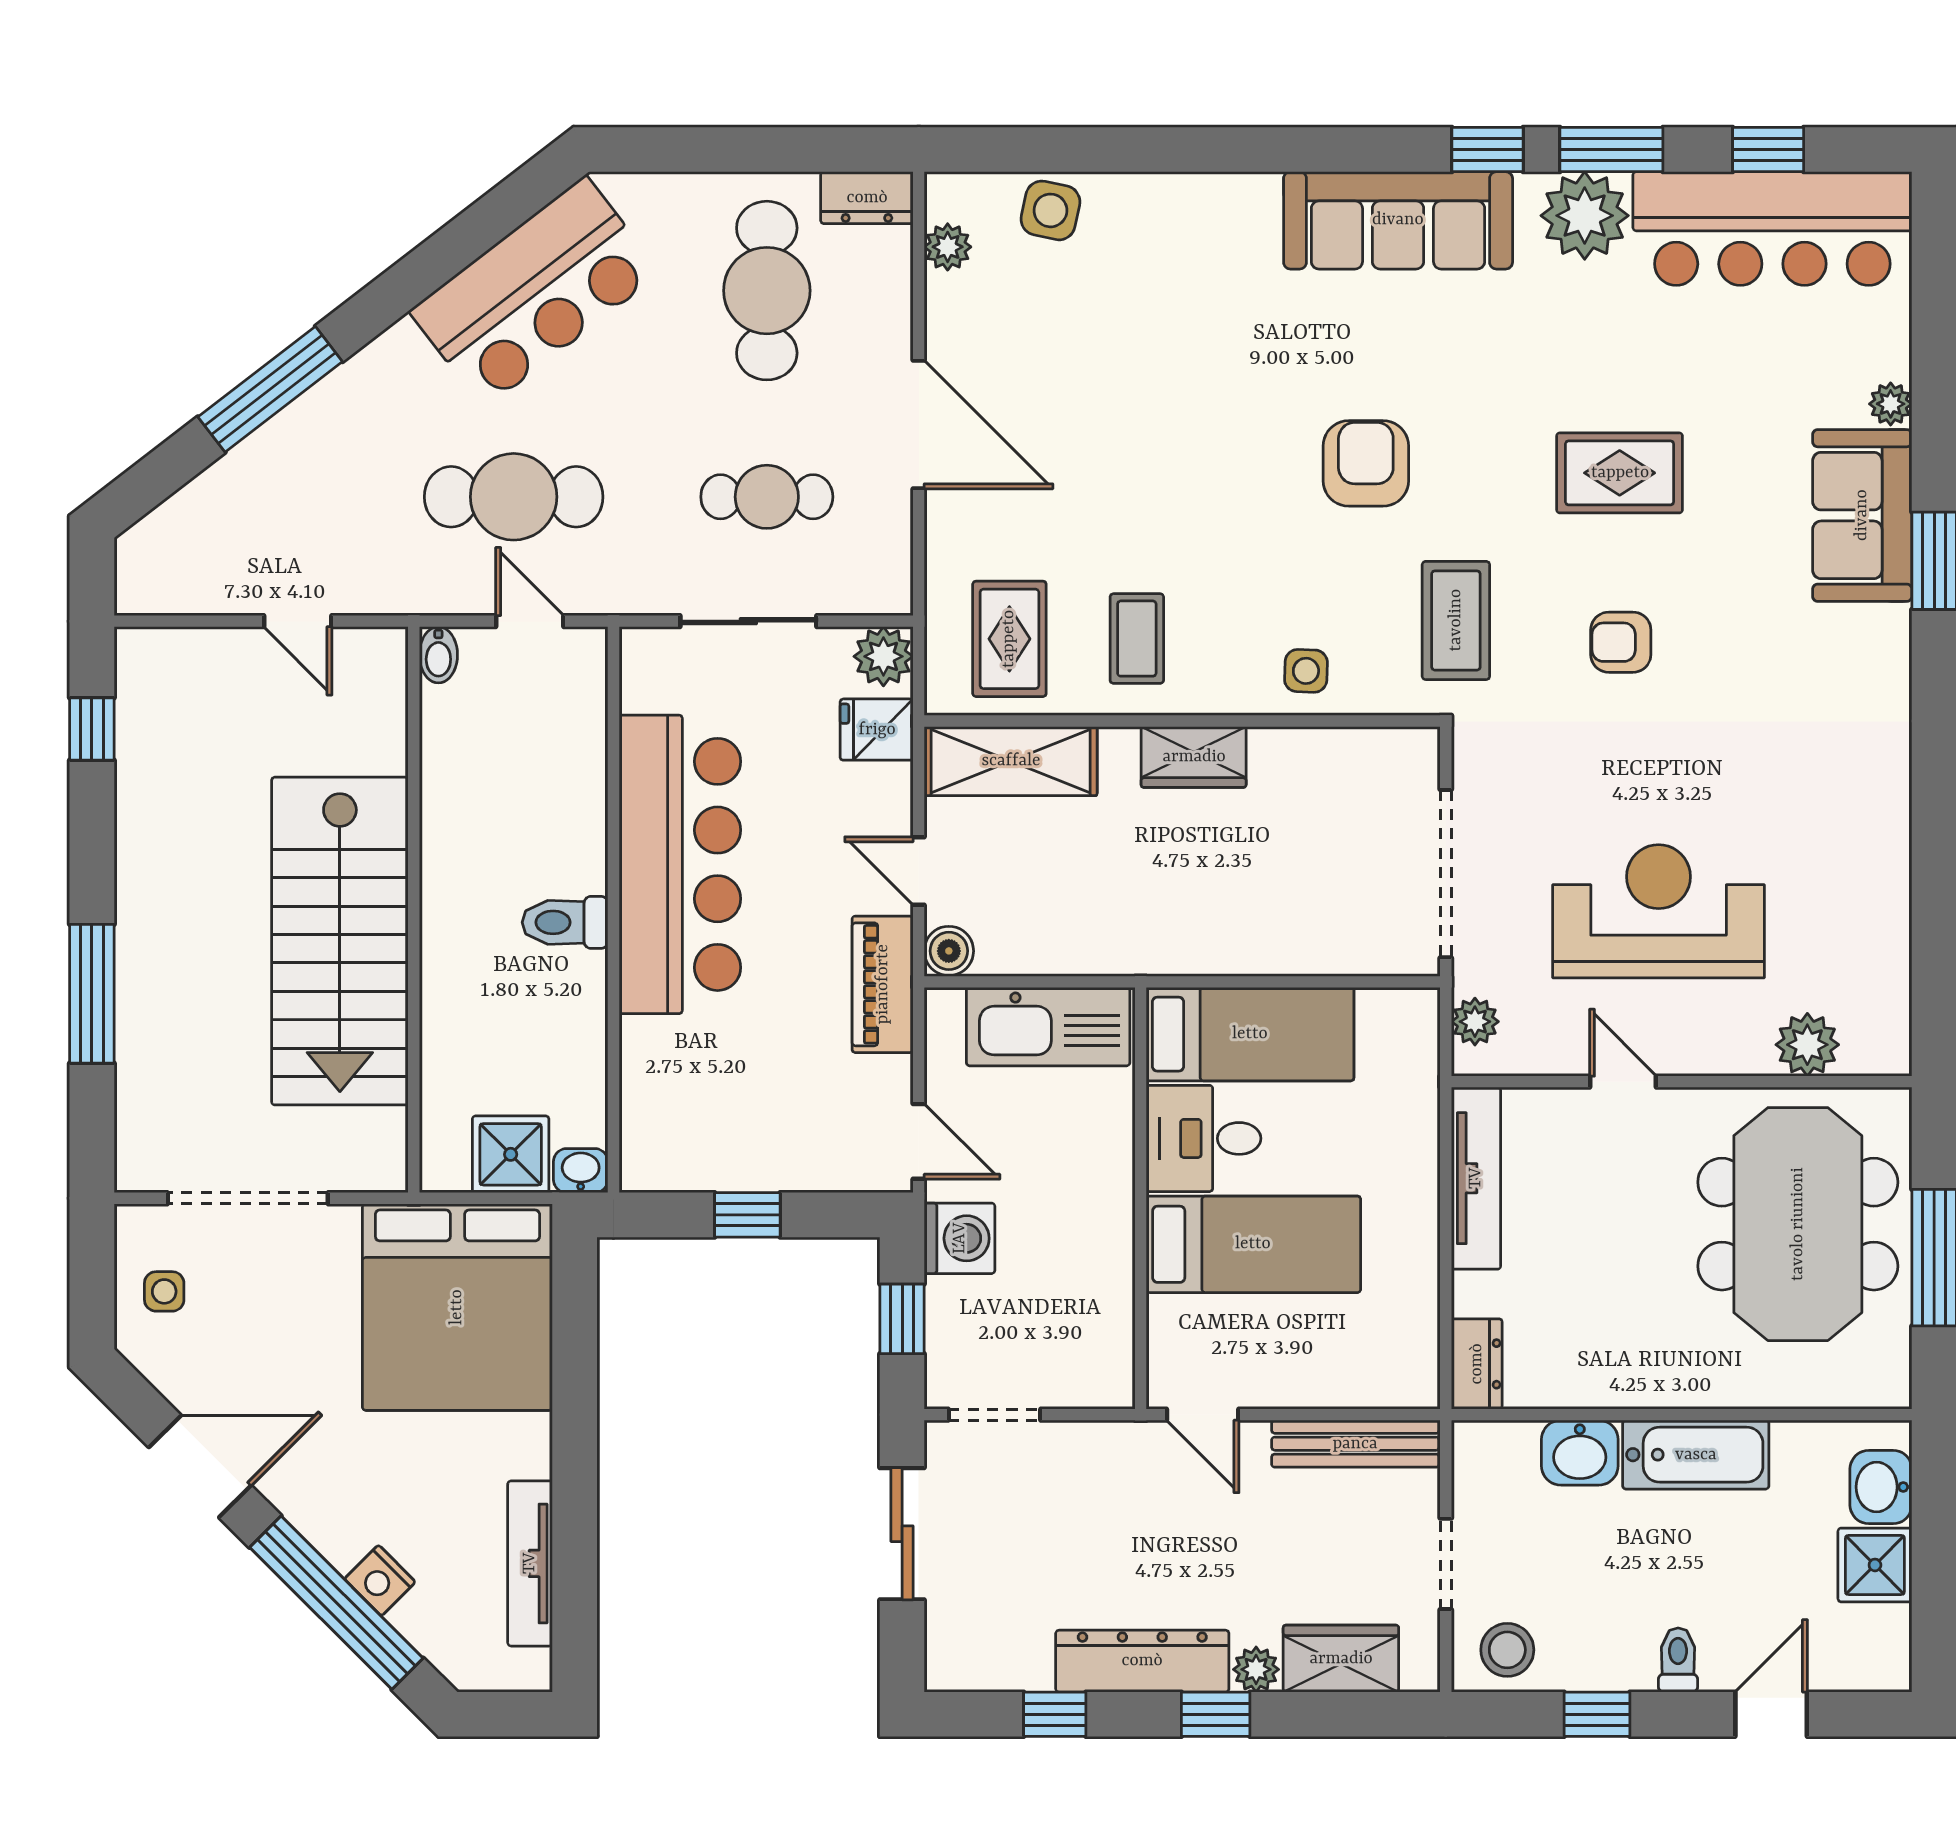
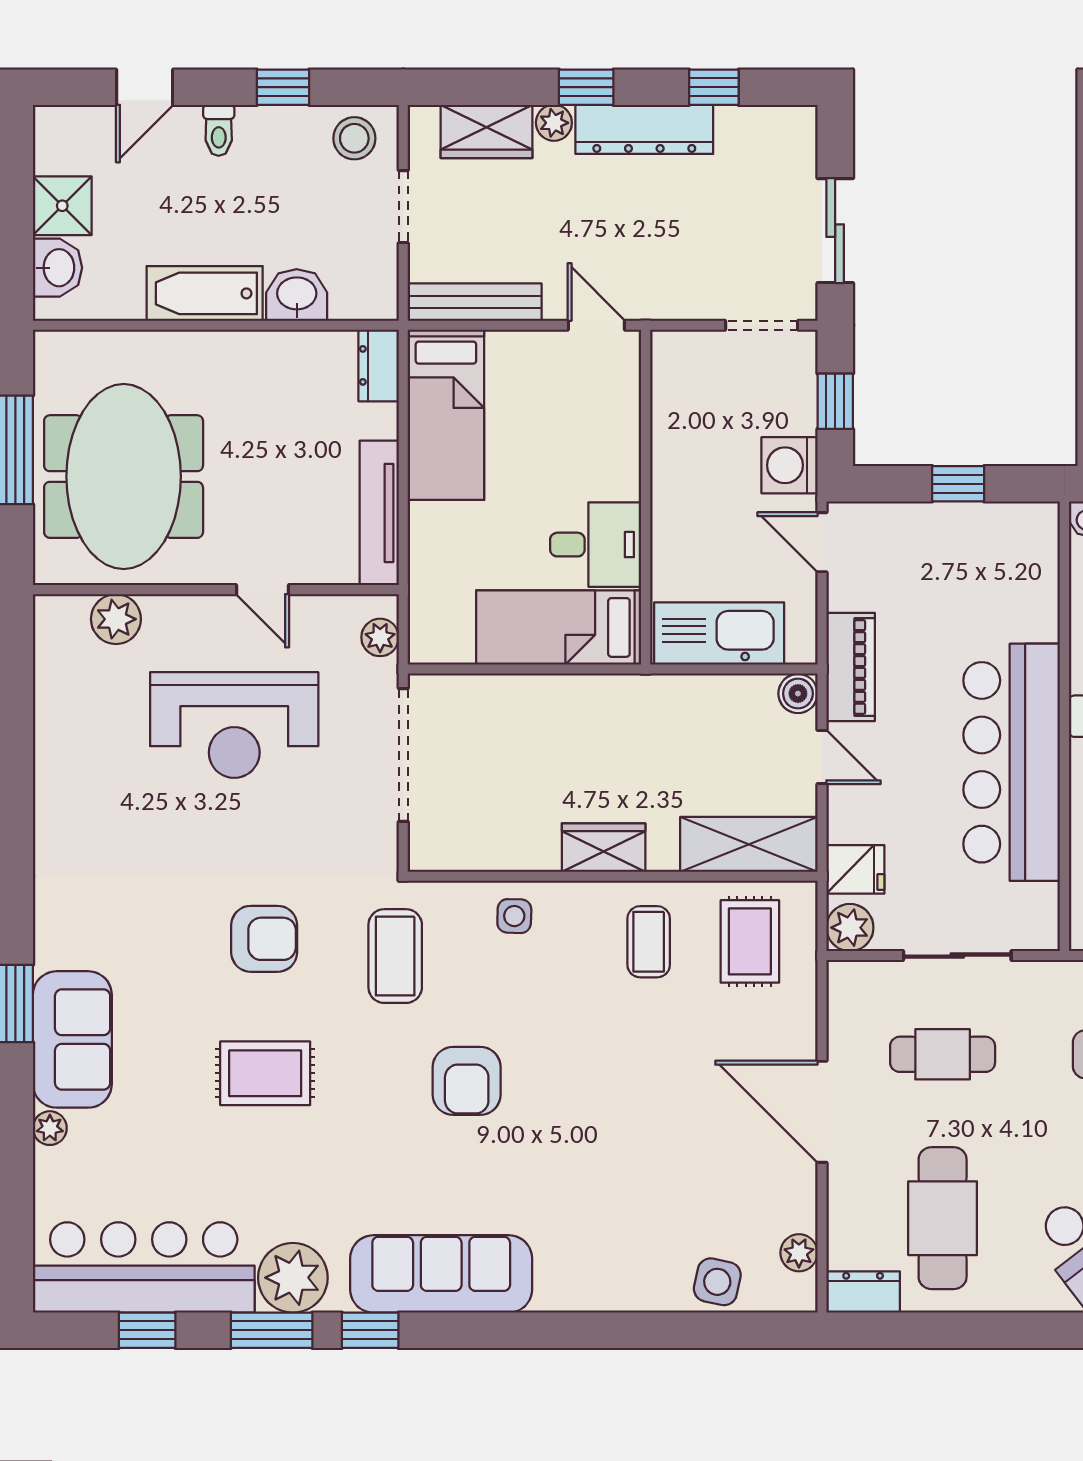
armchair: (1621, 642) -> (264, 939), width x1.38, depth x1.38
bed: (1253, 1244) -> (446, 415), moved, turned -90

